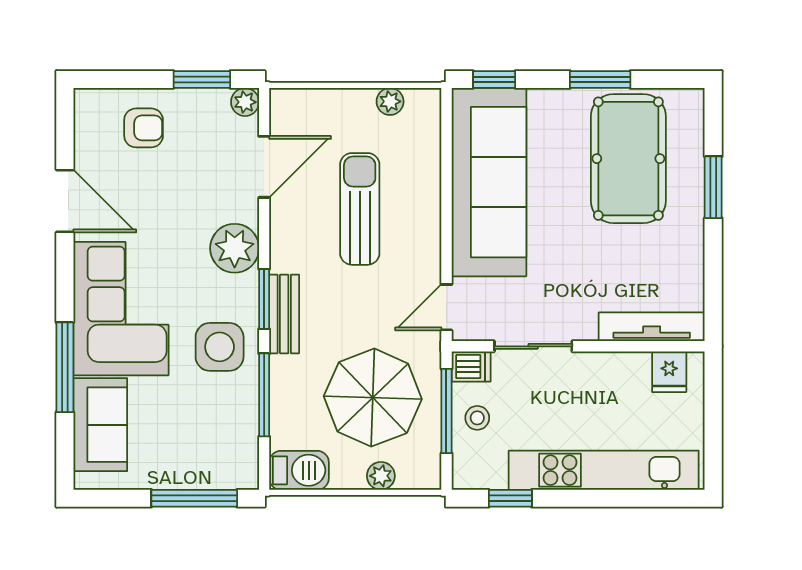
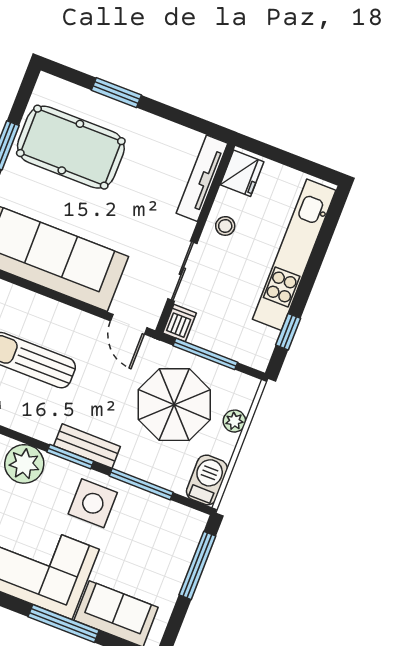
fridge: (669, 372) -> (242, 173), width x1.38
stool: (477, 418) -> (225, 226), moved

